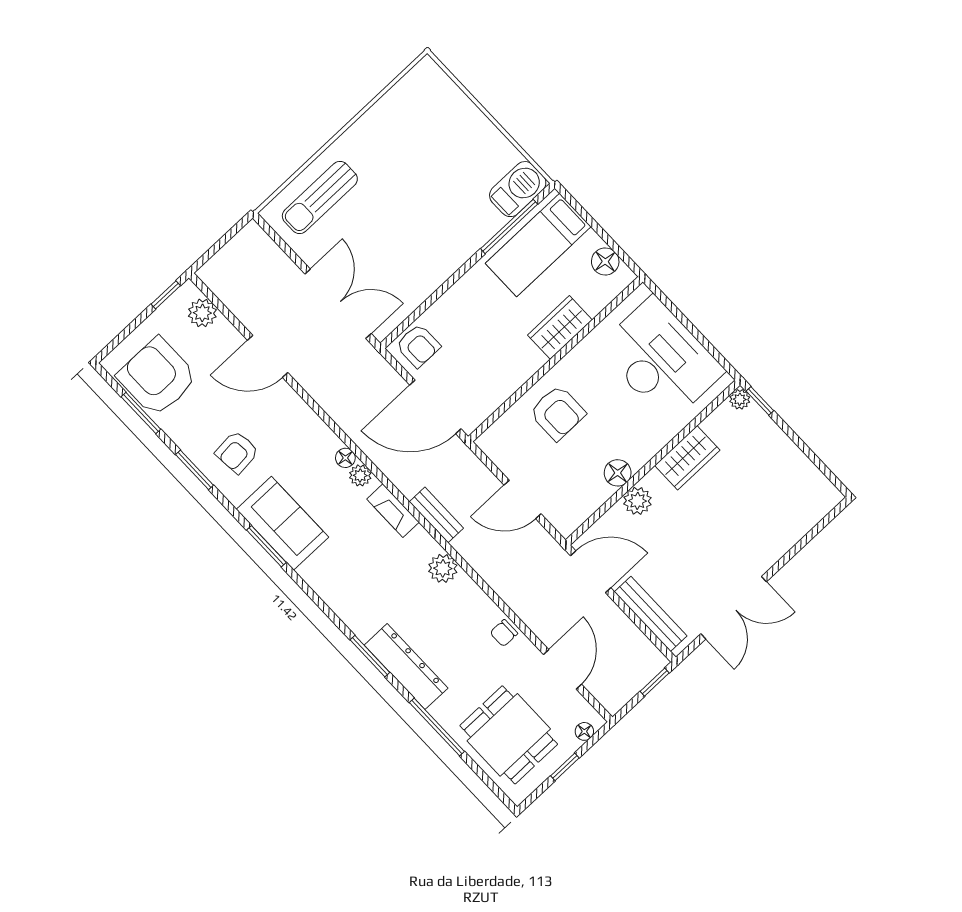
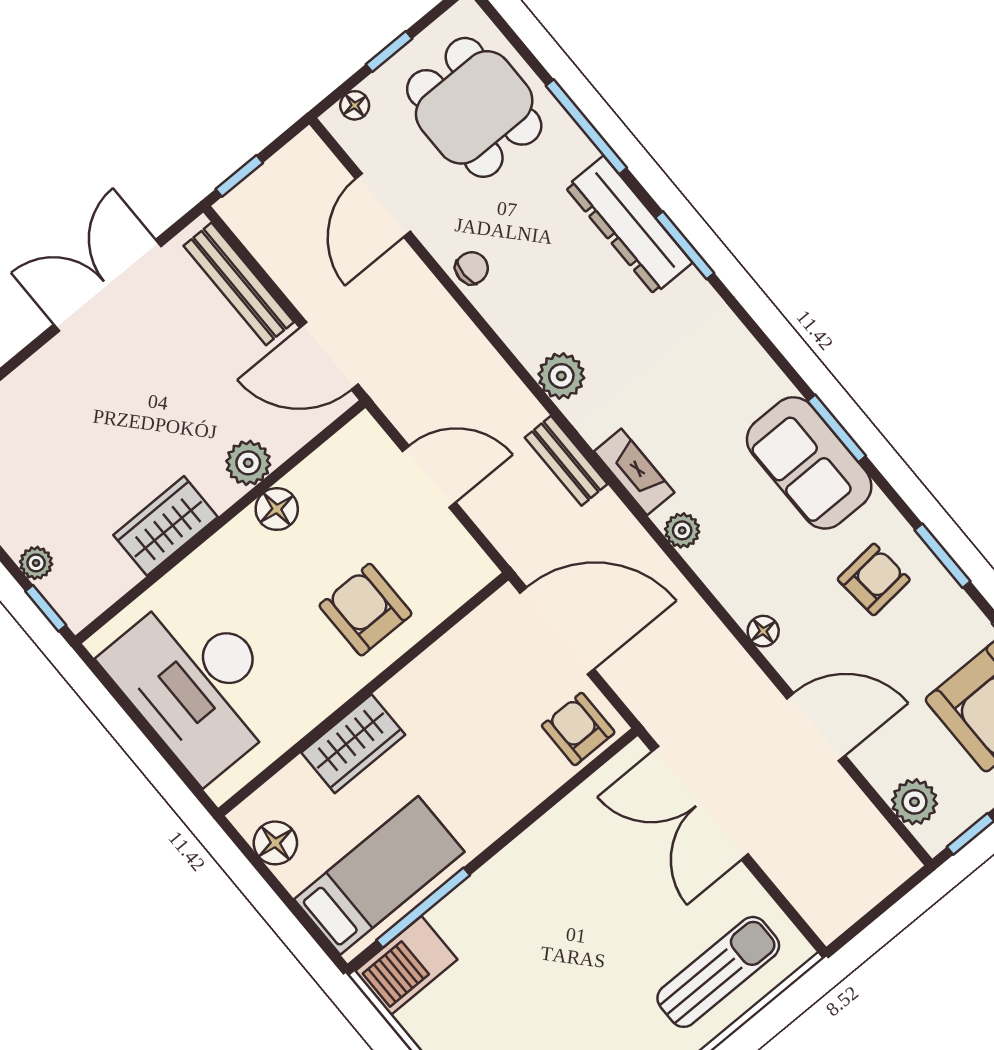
plant: (740, 399) -> (36, 563), moved
floor lamp: (345, 458) -> (763, 631), moved

